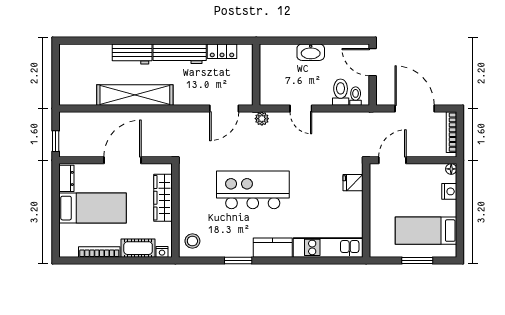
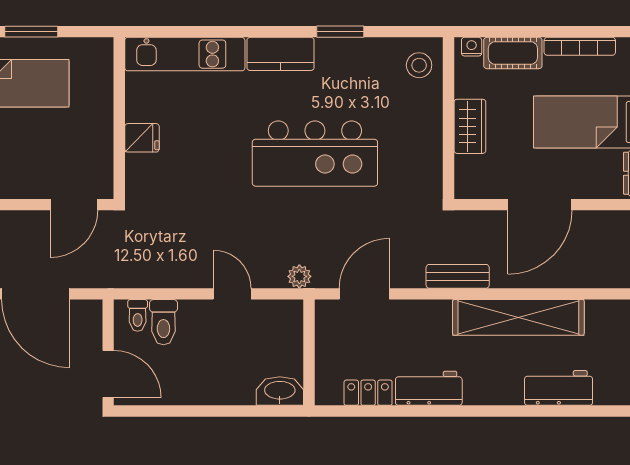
washbasin: (311, 52) -> (280, 391), moved
workbench: (132, 54) -> (559, 388), moved
workbench: (180, 54) -> (429, 388), width x0.73
bench: (170, 119) -> (458, 276), added
fridge: (353, 183) -> (142, 138), moved
wardrobe: (163, 198) -> (470, 126), width x0.67

